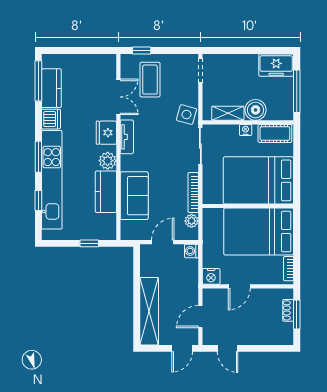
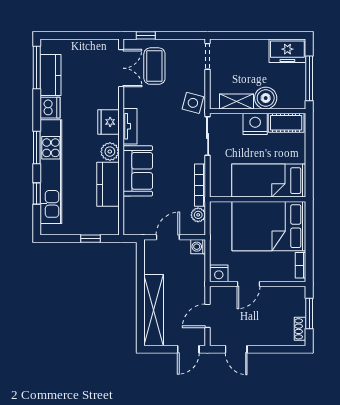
double door: (118, 97) -> (121, 68), moved
nightstand: (246, 130) -> (255, 124), width x1.89, depth x1.79
bed: (258, 180) -> (269, 181), width x0.67
sofa: (134, 196) -> (138, 171), moved
shoe rack: (288, 310) -> (300, 329), moved

